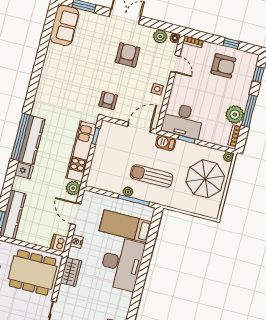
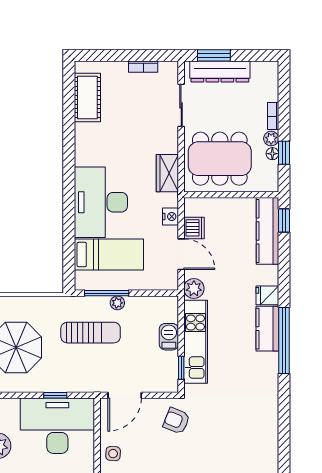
armchair: (108, 100) -> (176, 421), turned 112
desk: (183, 121) -> (57, 426), width x1.36, depth x1.30
kitchen counter: (32, 140) -> (267, 329), width x0.67
barbecue: (166, 143) -> (169, 337), moved, turned -90
dishwasher: (59, 243) -> (194, 228), moved

